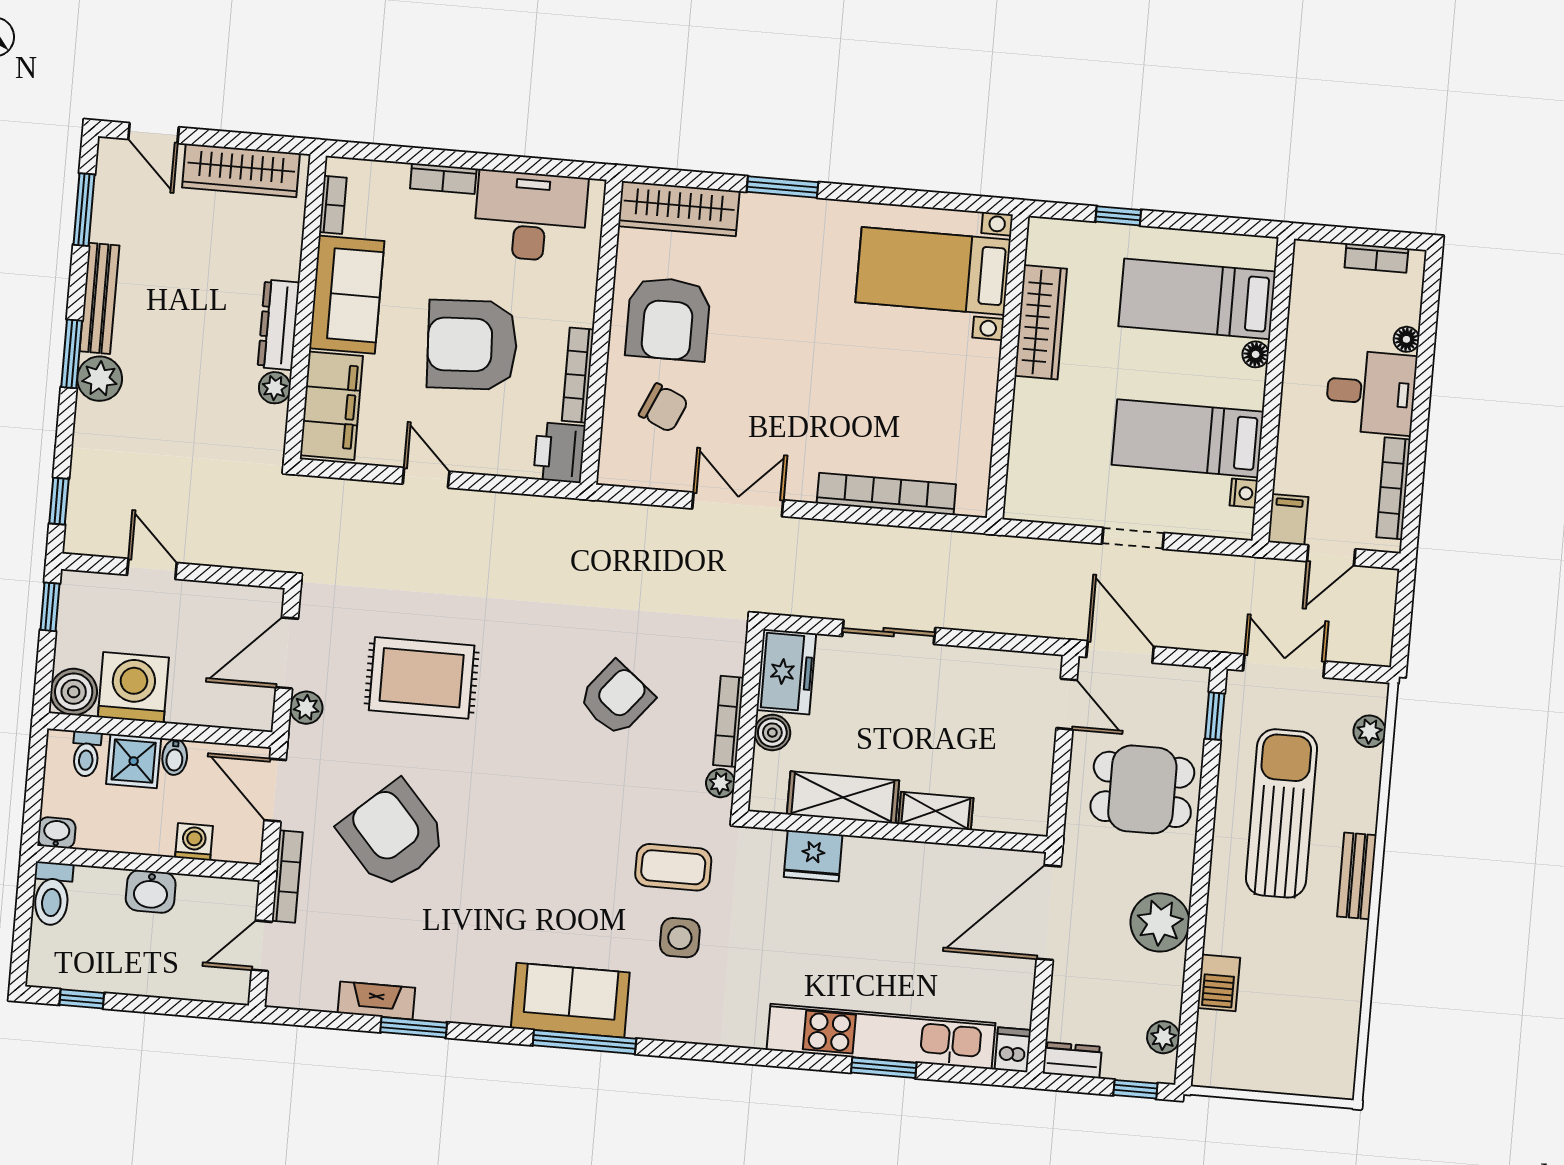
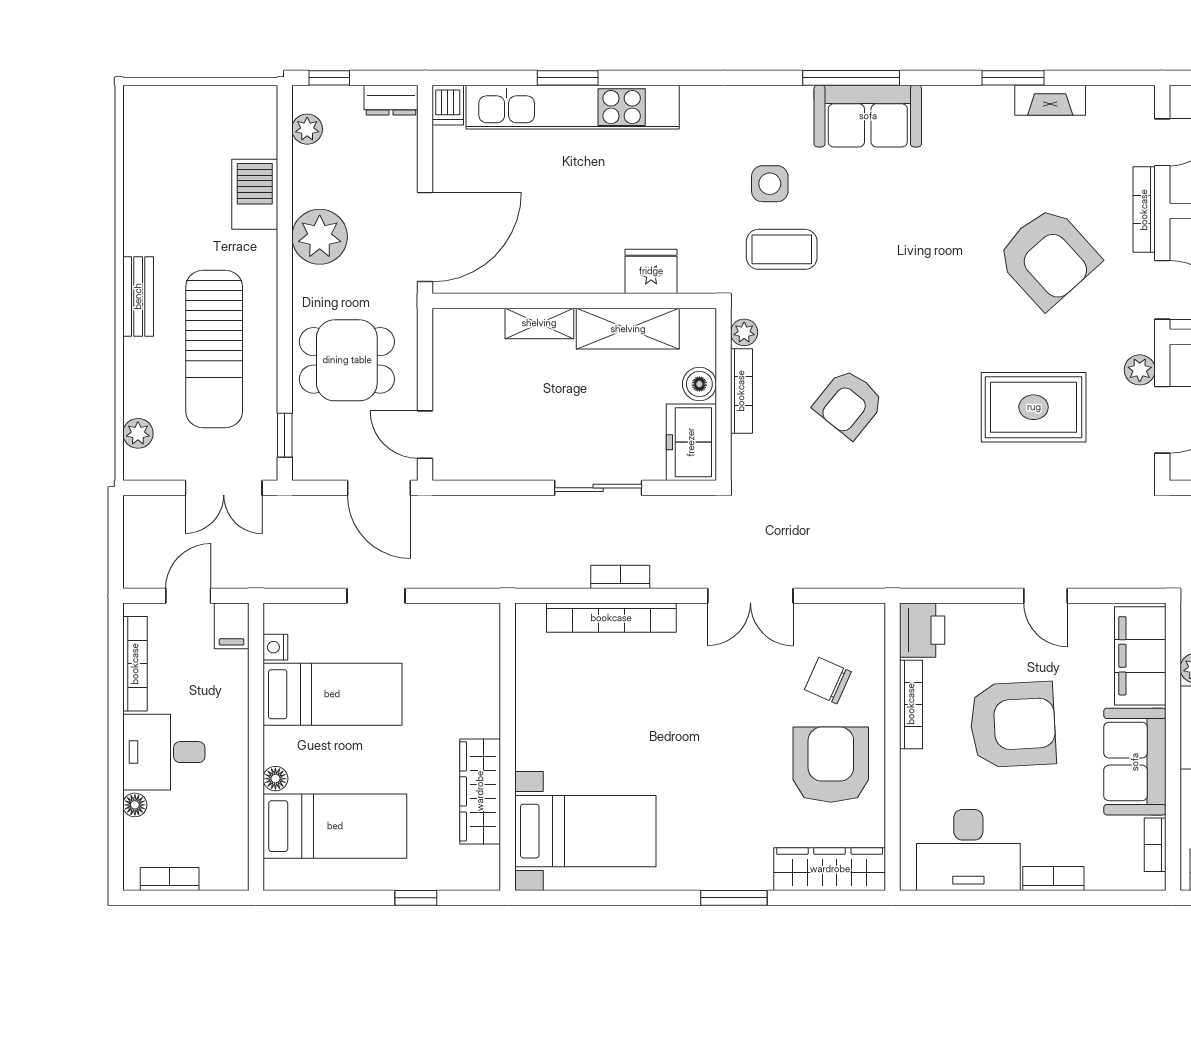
bookcase: (873, 536) -> (620, 577), added
barbecue: (1219, 983) -> (255, 194), width x1.38, depth x1.27

